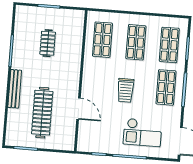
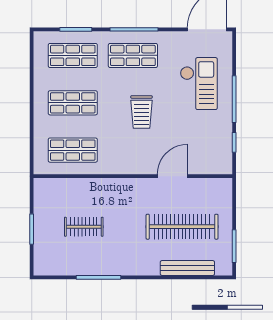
bench: (15, 89) -> (187, 268), moved
trolley: (126, 90) -> (141, 112), turned 90

